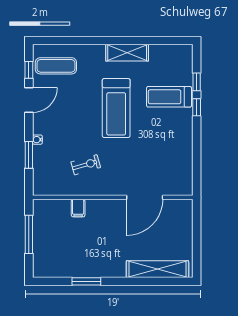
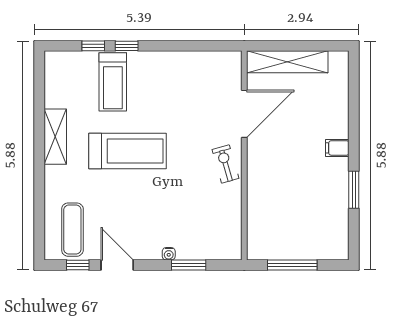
exercise bike: (86, 165) -> (225, 164), moved
door: (145, 197) -> (244, 114), hinge flipped
filing cabinet: (78, 208) -> (337, 148), moved, turned 180
shelving: (157, 269) -> (287, 62), moved, turned 90

